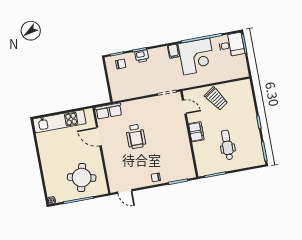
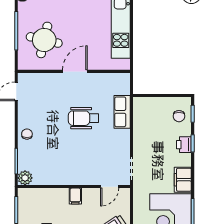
filing cabinet: (173, 51) -> (183, 180), width x2.00
row of seats: (109, 111) -> (122, 112), moved
filing cabinet: (196, 132) -> (75, 196), width x0.50
door: (99, 137) -> (75, 71), moved
plant: (190, 173) -> (25, 178), added

